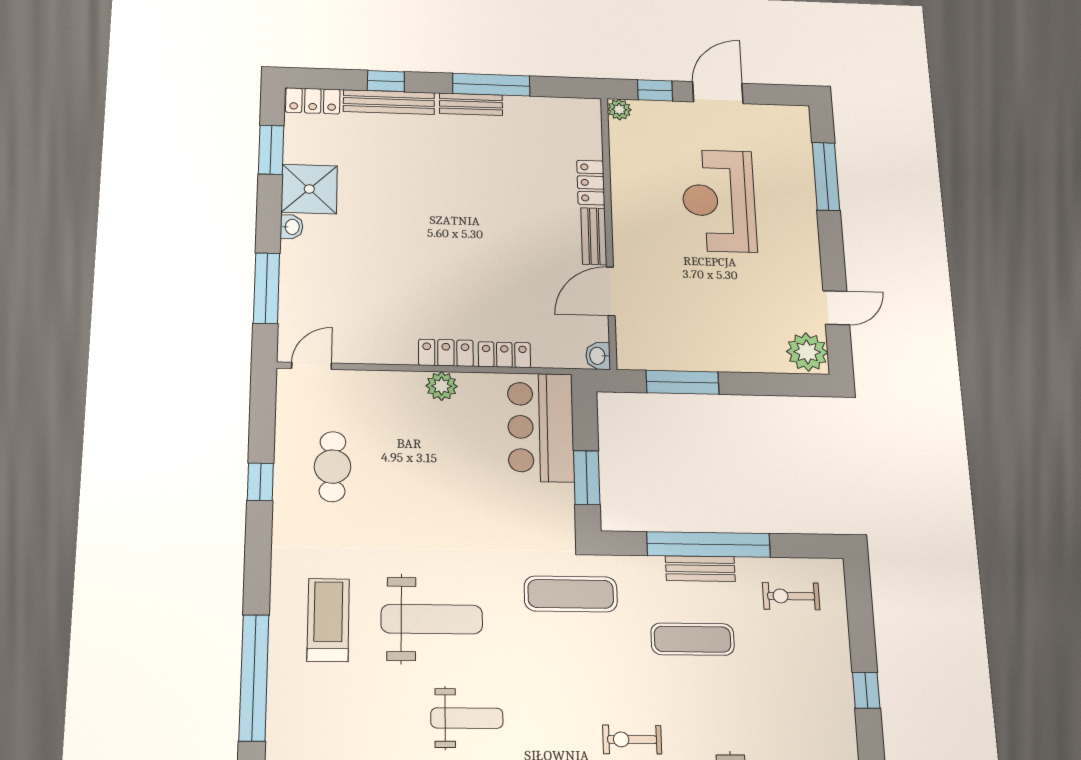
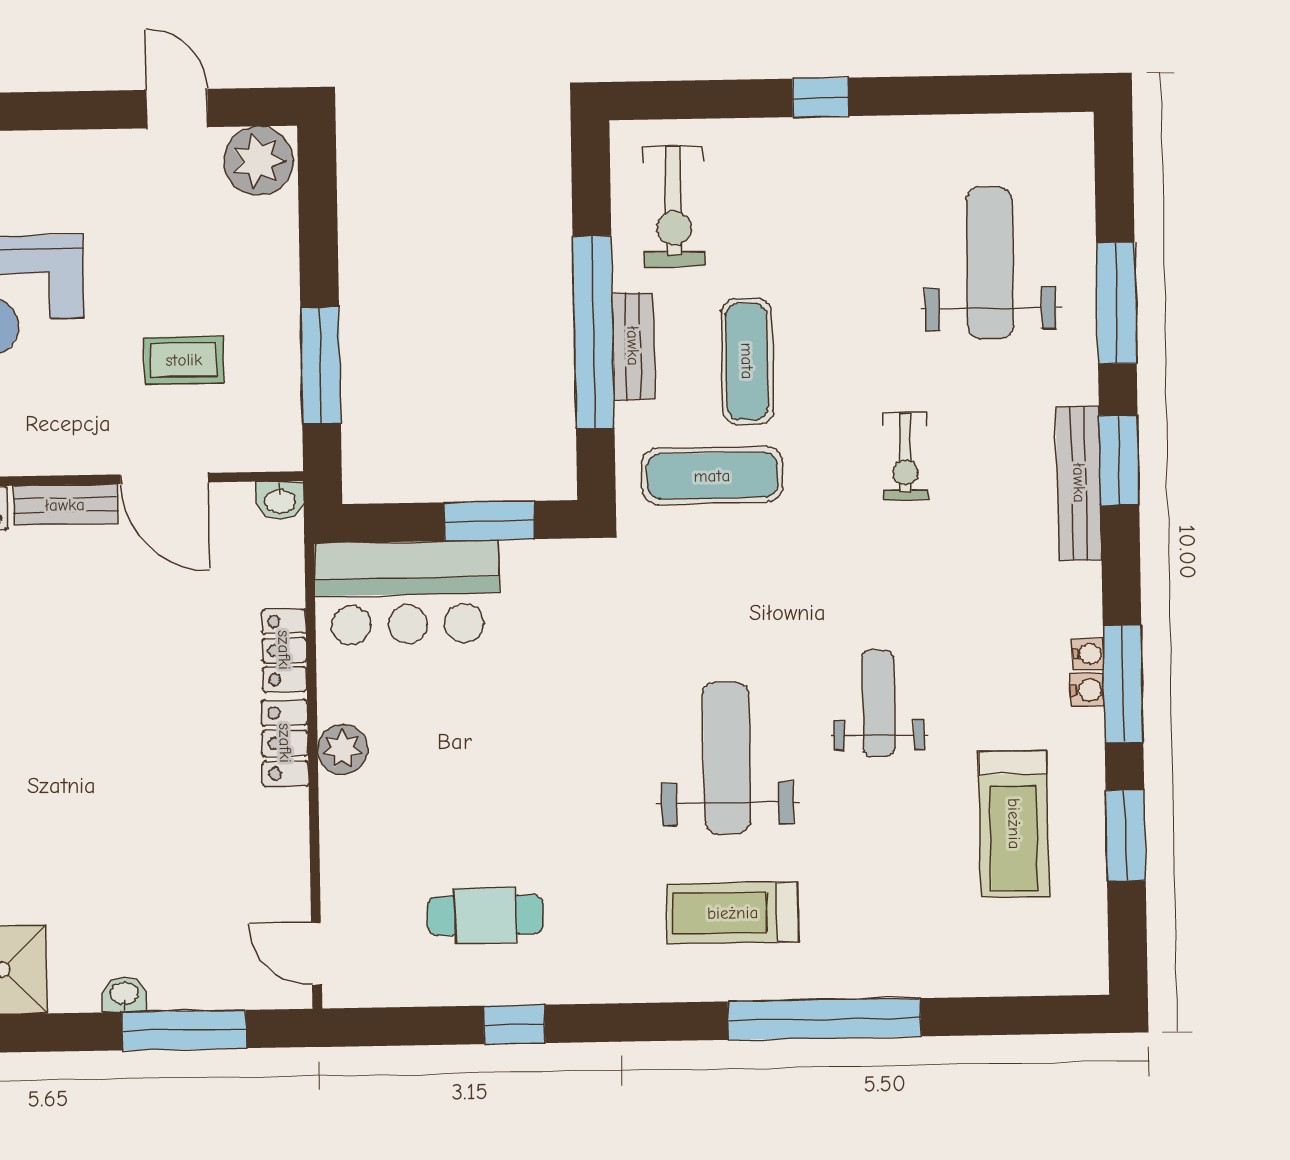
washbasin: (292, 227) -> (124, 994), moved
coffee table: (684, 305) -> (184, 360), added
exercise mat: (571, 594) -> (712, 476), moved, turned 90
exercise bike: (791, 596) -> (674, 206), width x1.38, depth x1.39

